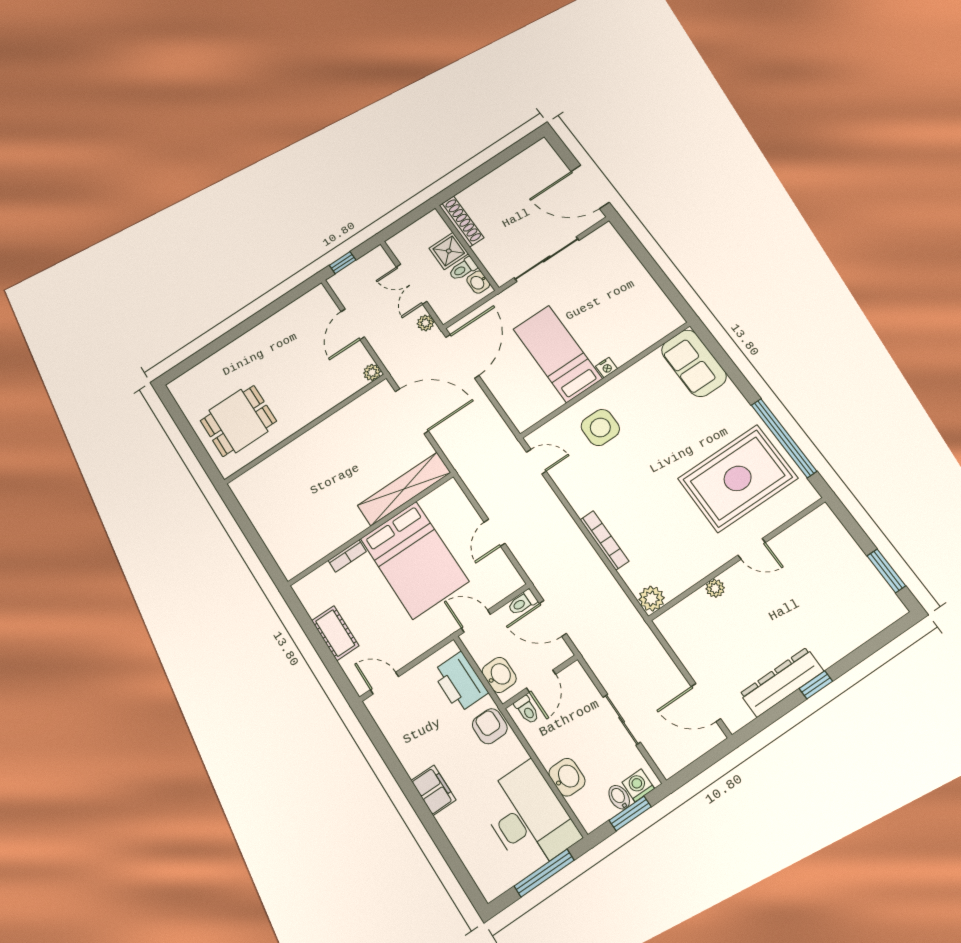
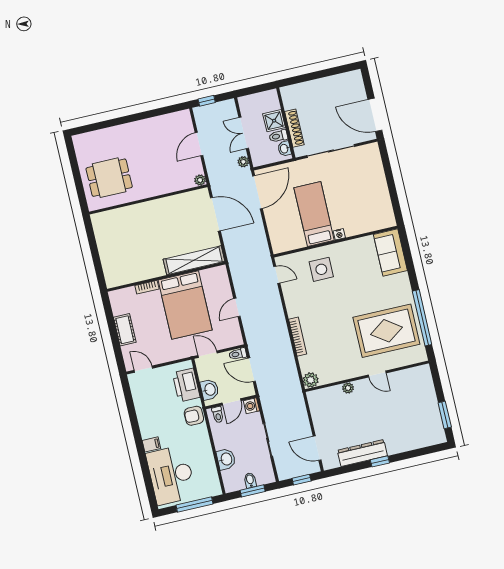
shoe rack: (461, 221) -> (294, 128), moved
armchair: (490, 726) -> (194, 416), turned -90
window: (702, 764) -> (302, 480), added
washing machine: (638, 785) -> (251, 406), moved, turned -90
filing cabinet: (433, 790) -> (151, 444), width x0.50
desk: (528, 817) -> (171, 475), moved, turned 180

